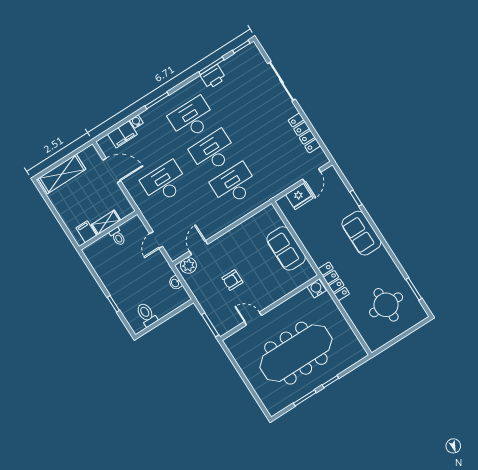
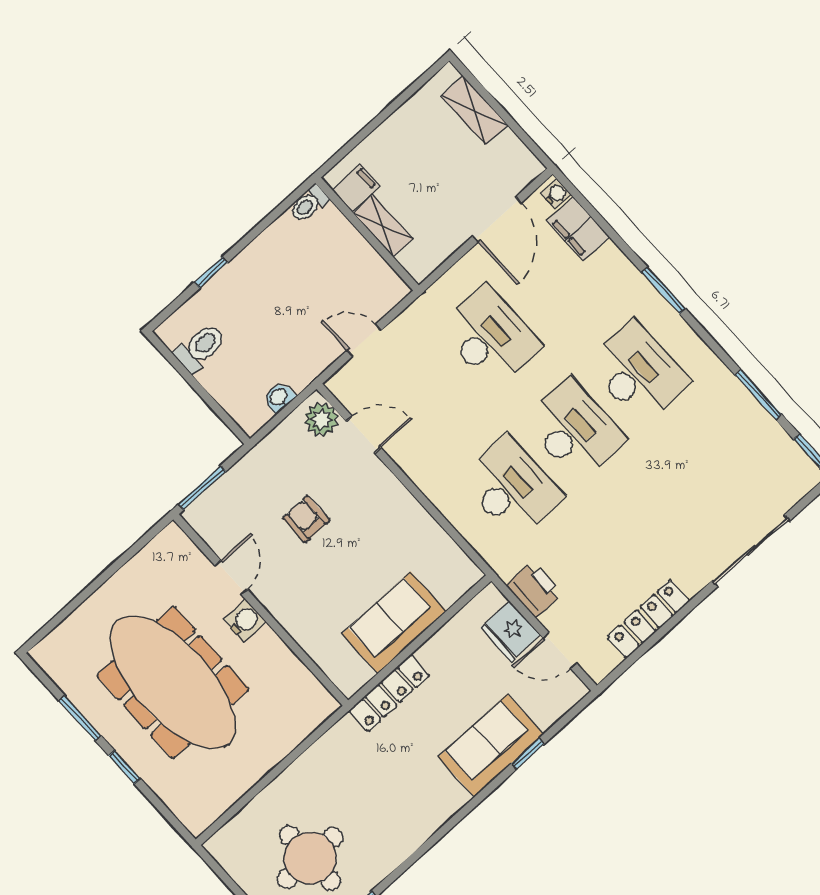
printer: (213, 77) -> (534, 589), moved, turned 180
water cooler: (136, 122) -> (556, 194), moved
shelving: (62, 174) -> (474, 110), width x0.67, depth x0.75
sofa: (361, 233) -> (491, 746), moved
toilet: (118, 237) -> (309, 204), moved
locker: (334, 281) -> (389, 693), moved
water cooler: (317, 288) -> (245, 621), moved

